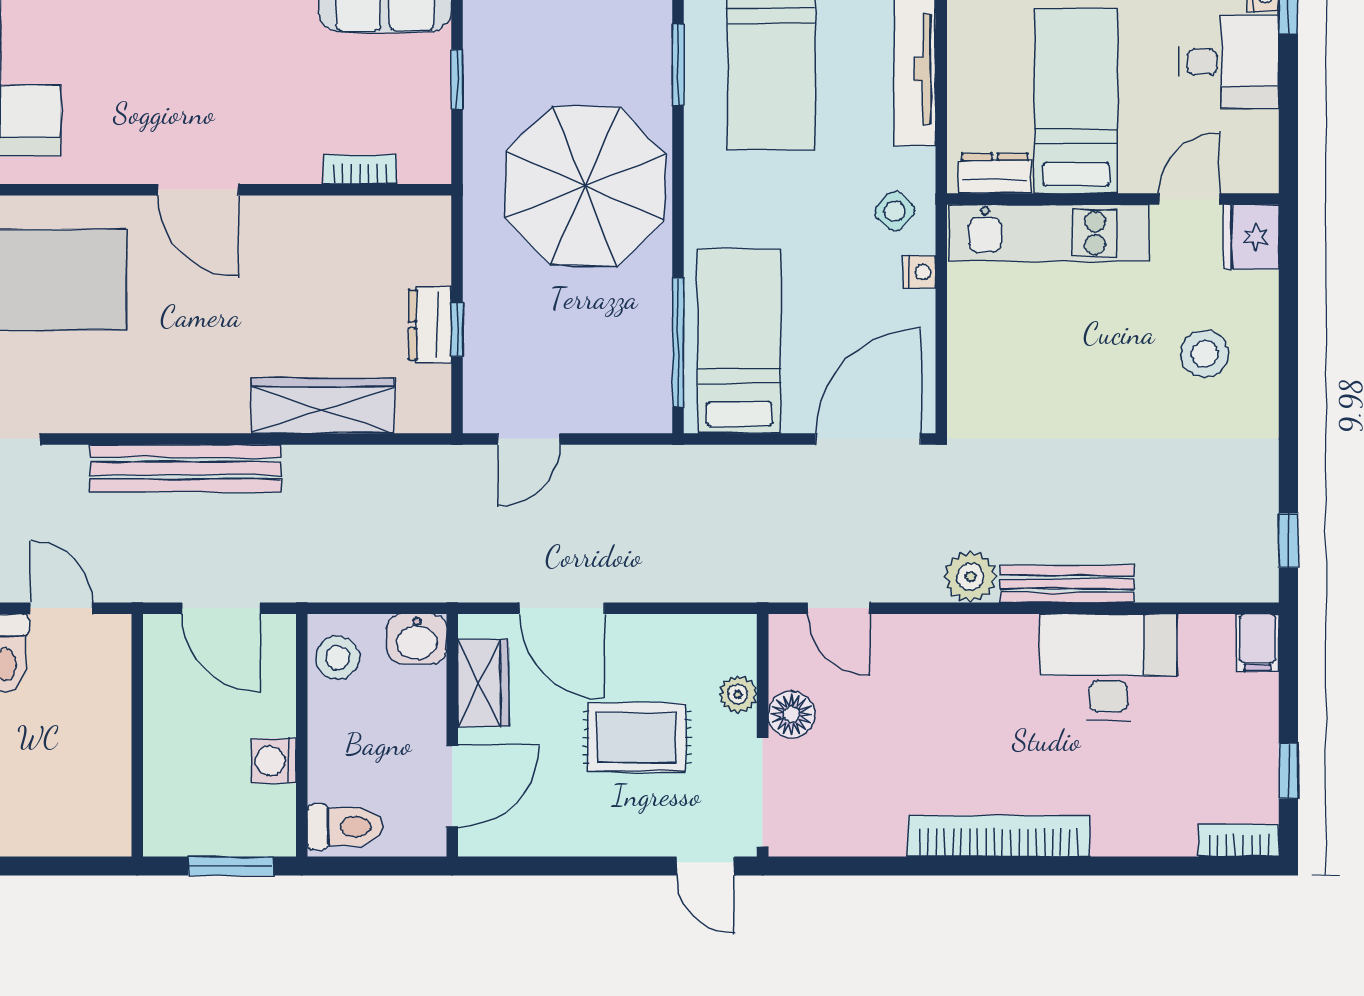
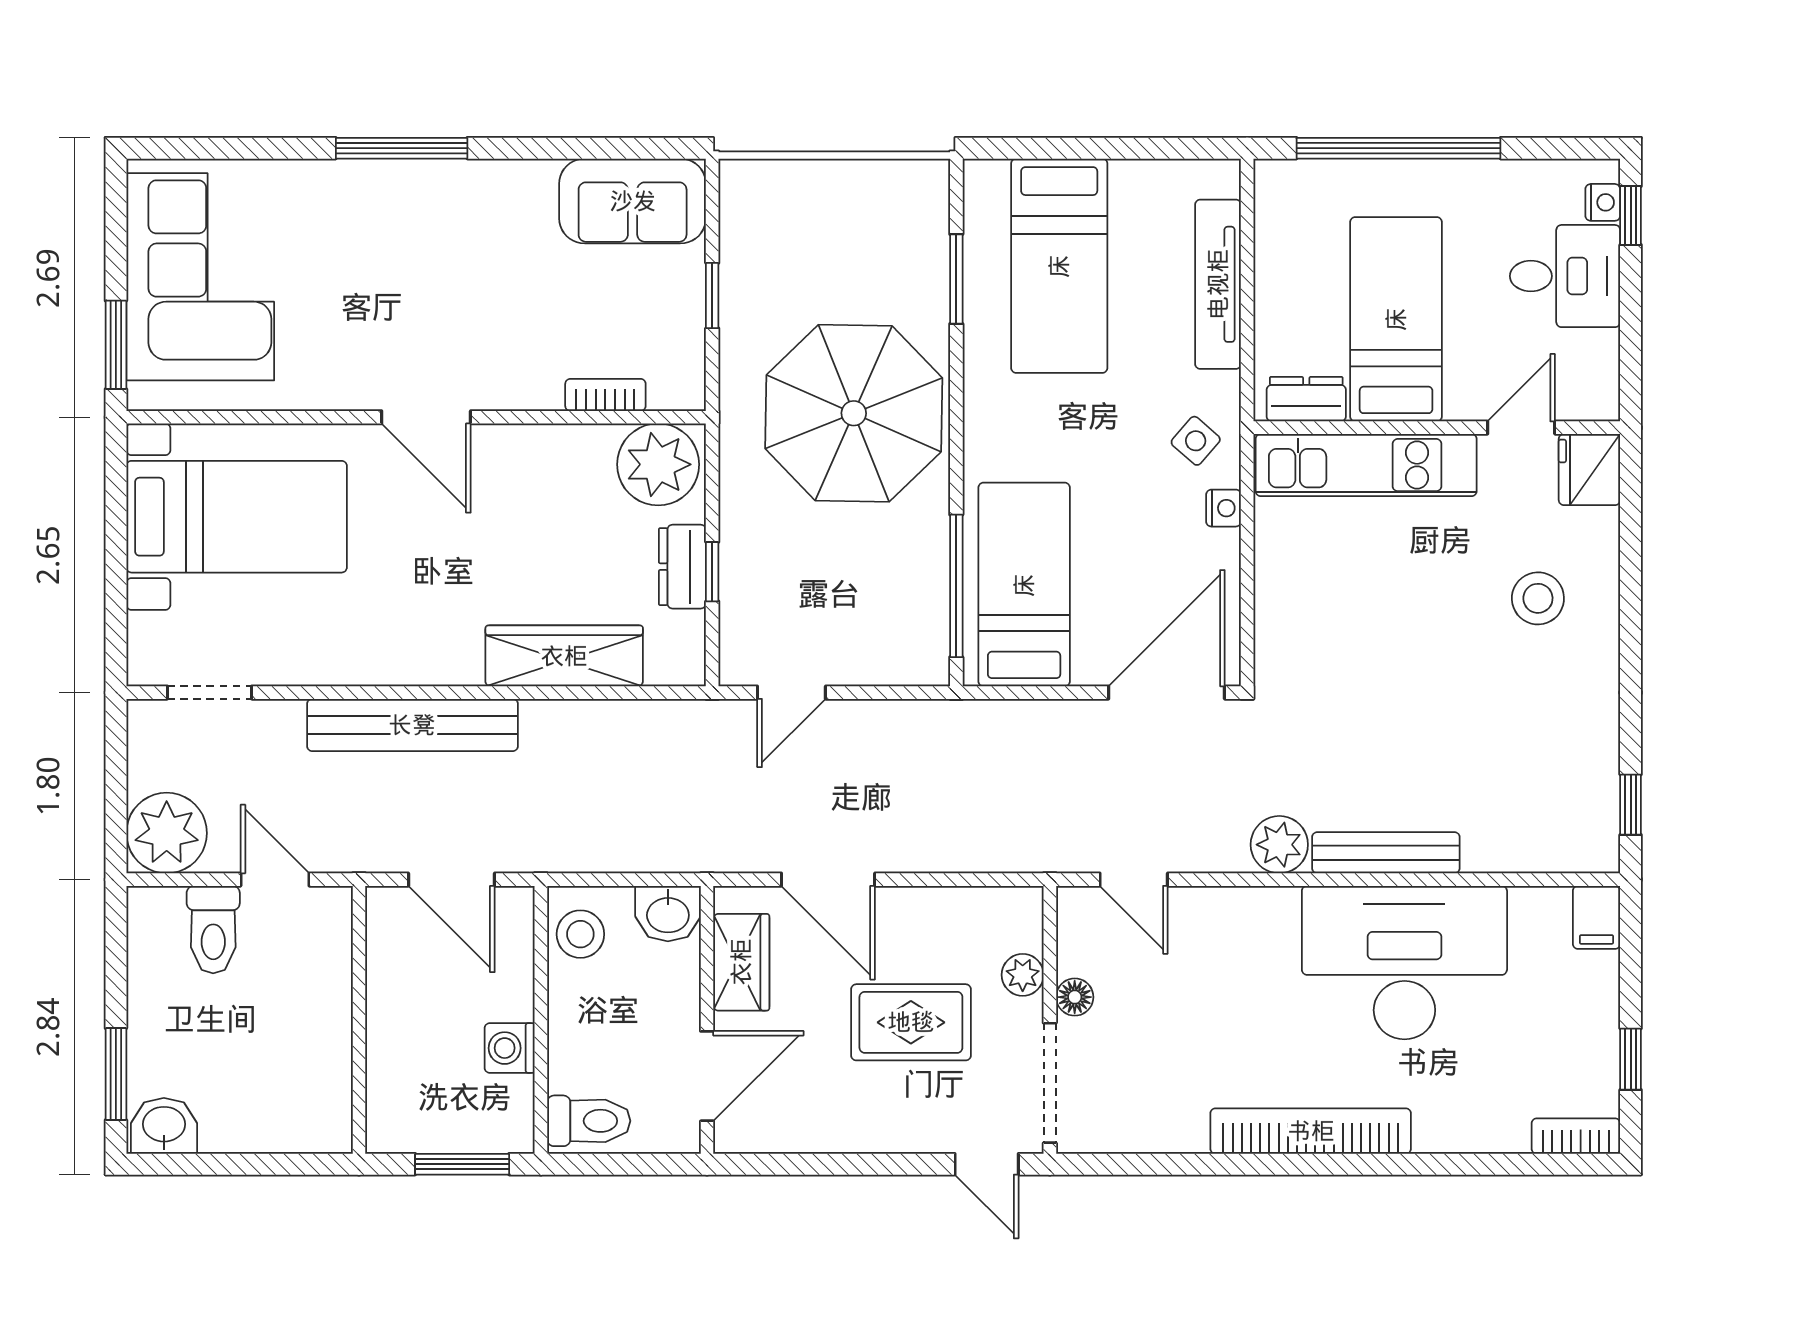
plant: (408, 232) -> (658, 464), added
desk: (1108, 667) -> (1404, 963), width x1.36, depth x1.30
floor lamp: (791, 715) -> (1075, 997), width x0.73, depth x0.73

